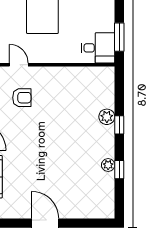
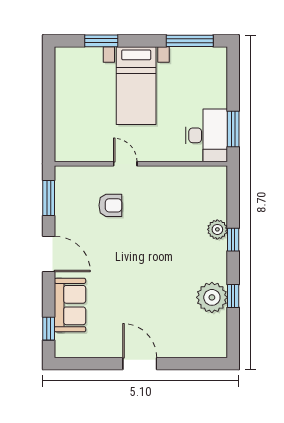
desk: (98, 48) -> (206, 135), width x1.37
door: (19, 65) -> (125, 164), moved
plant: (108, 165) -> (212, 297), width x1.88, depth x1.88

